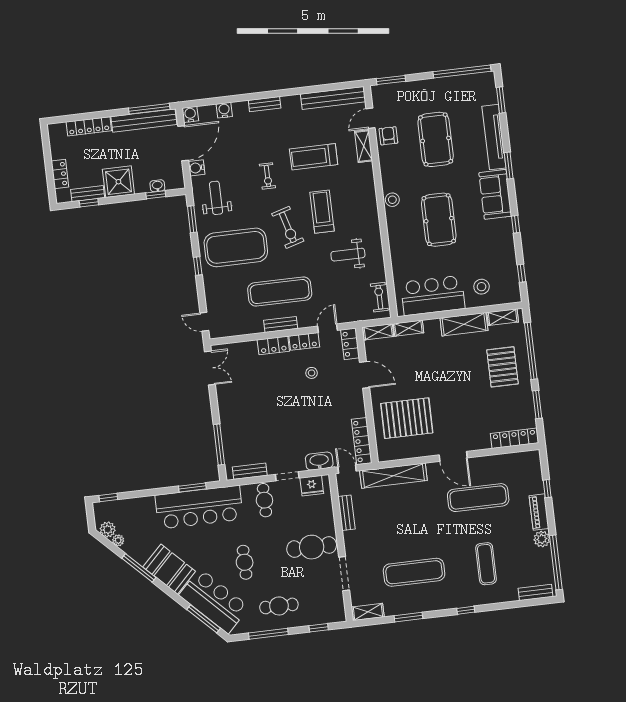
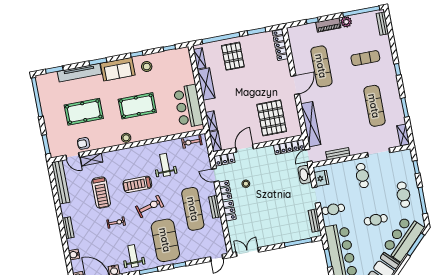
weight bench: (216, 198) -> (133, 256), turned 90
weight bench: (348, 255) -> (165, 165), turned 180
stool: (482, 287) -> (147, 67), moved
pallet: (502, 367) -> (233, 56), turned 90
cafe table: (312, 547) -> (362, 176), width x0.73, depth x0.74

